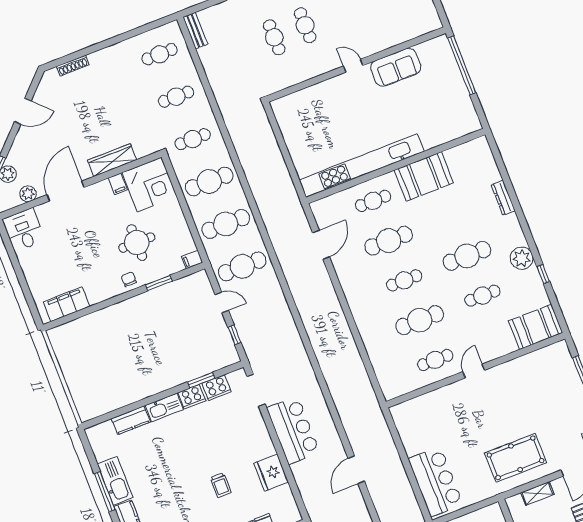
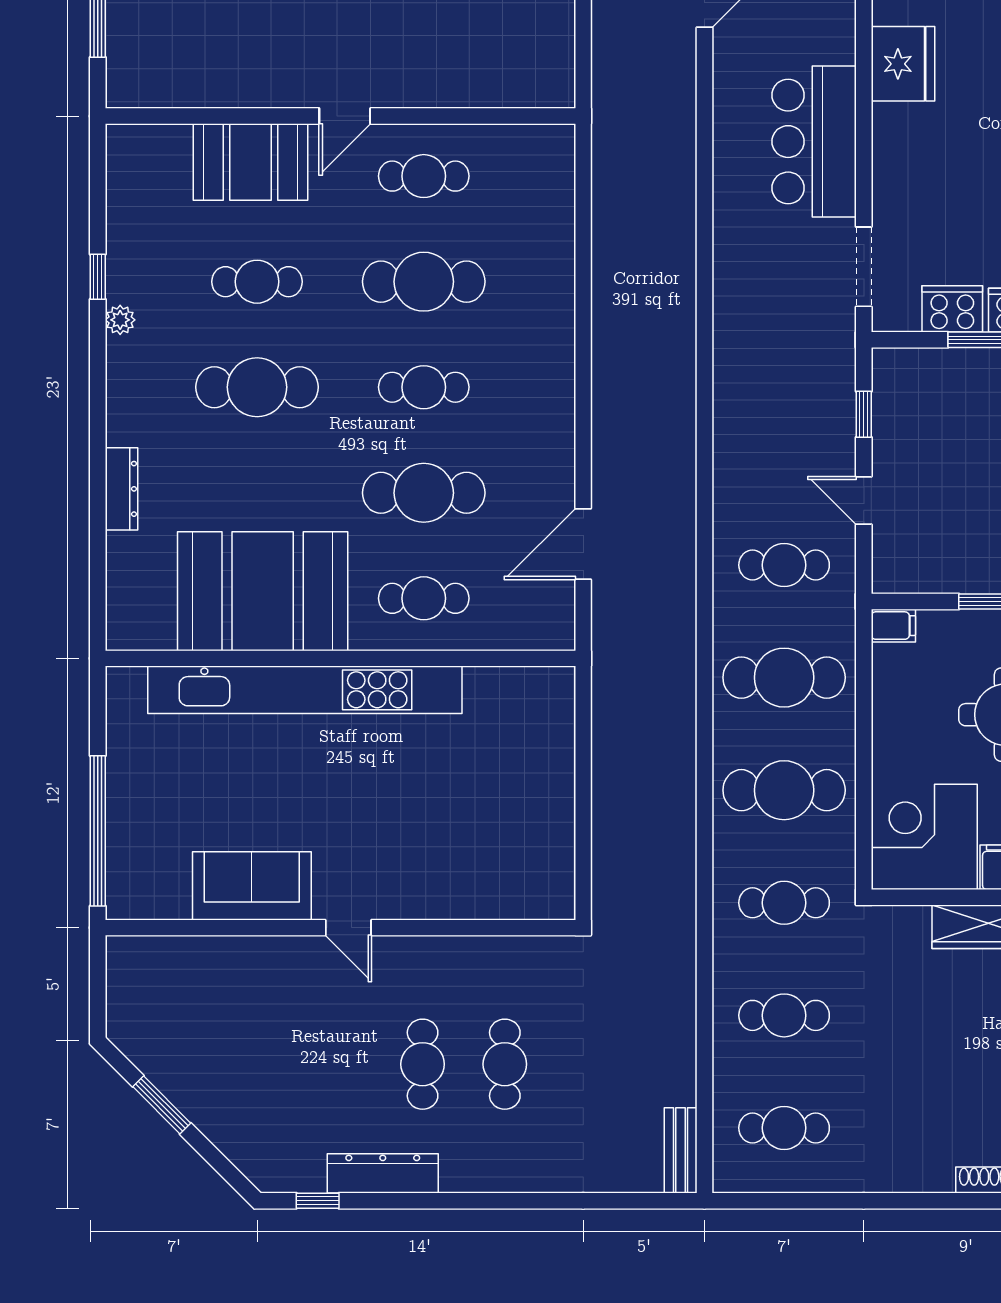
kitchen unit: (362, 166) -> (305, 690), moved
booth: (424, 177) -> (263, 591), width x1.36, depth x1.42
plant: (522, 258) -> (120, 320), width x0.53, depth x0.53
cafe table: (242, 266) -> (784, 565), width x0.73, depth x0.74
booth: (536, 327) -> (250, 162), moved

